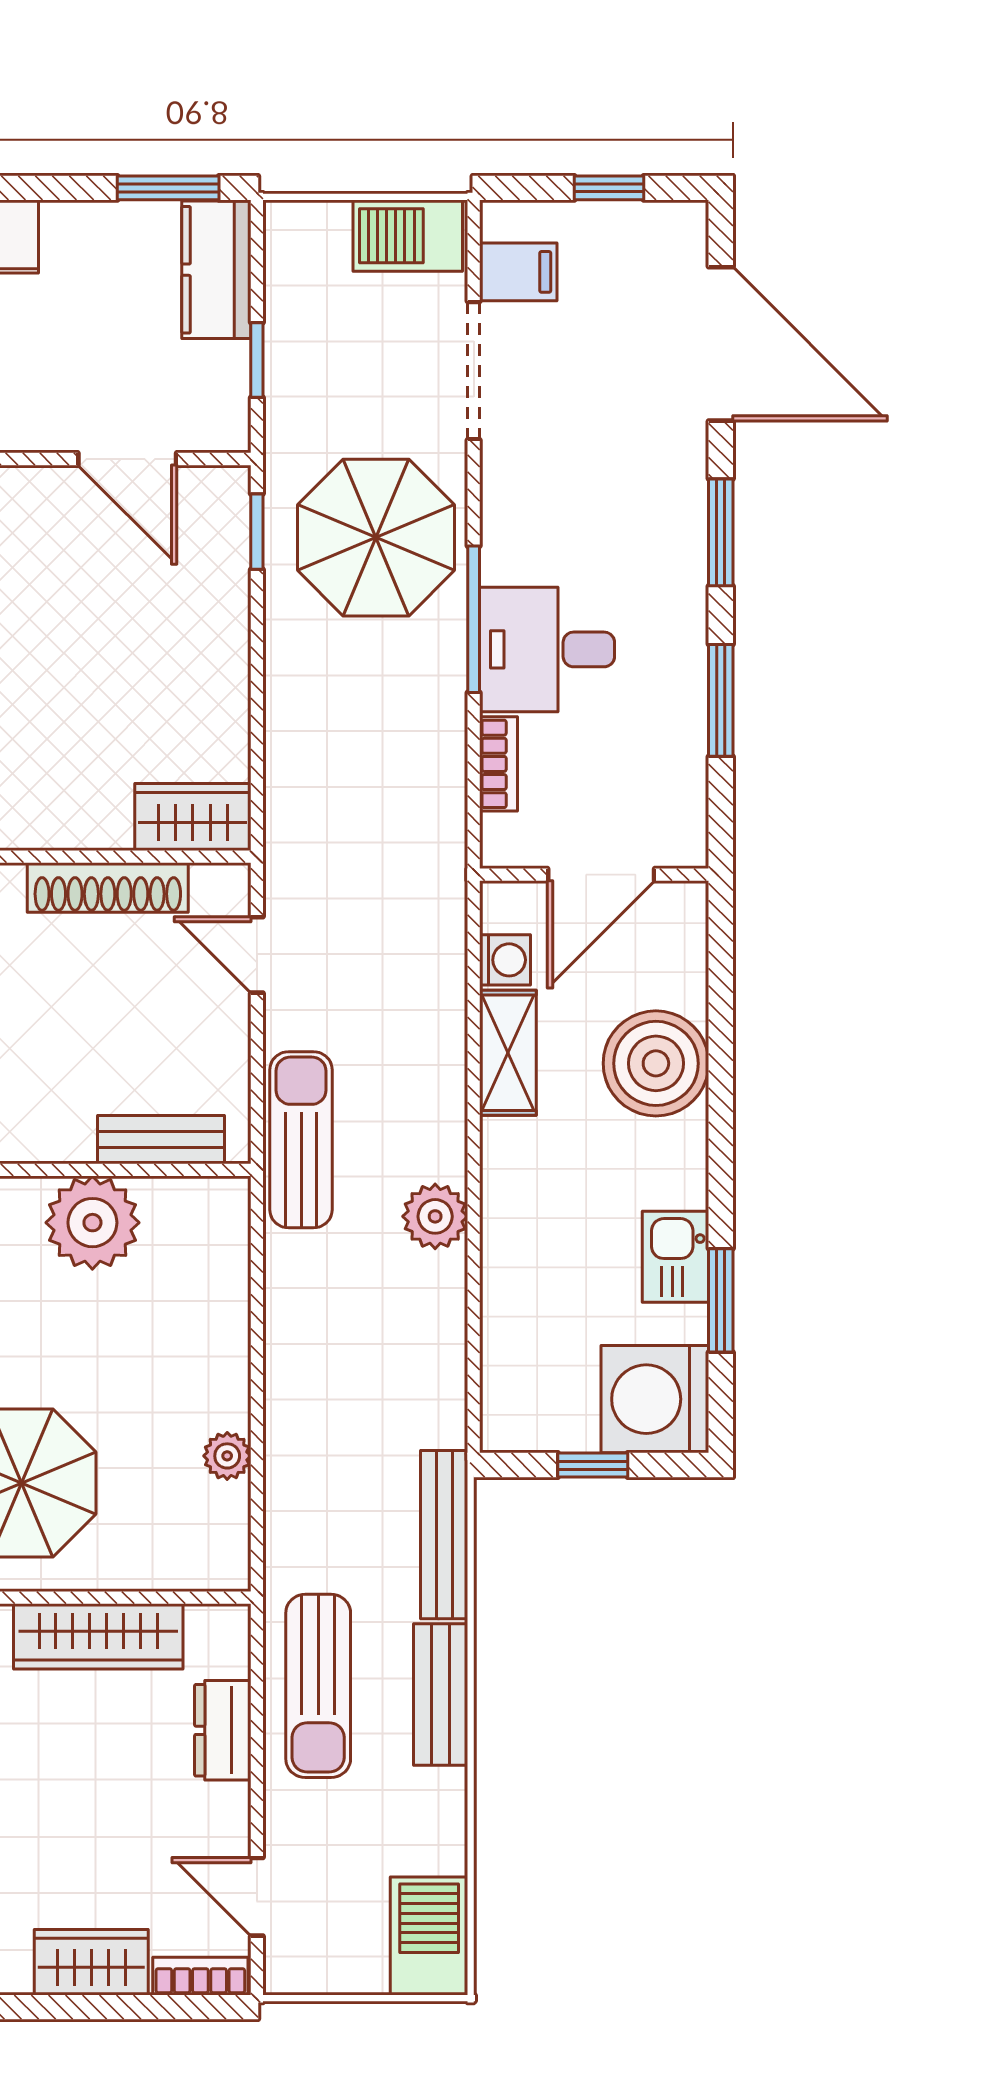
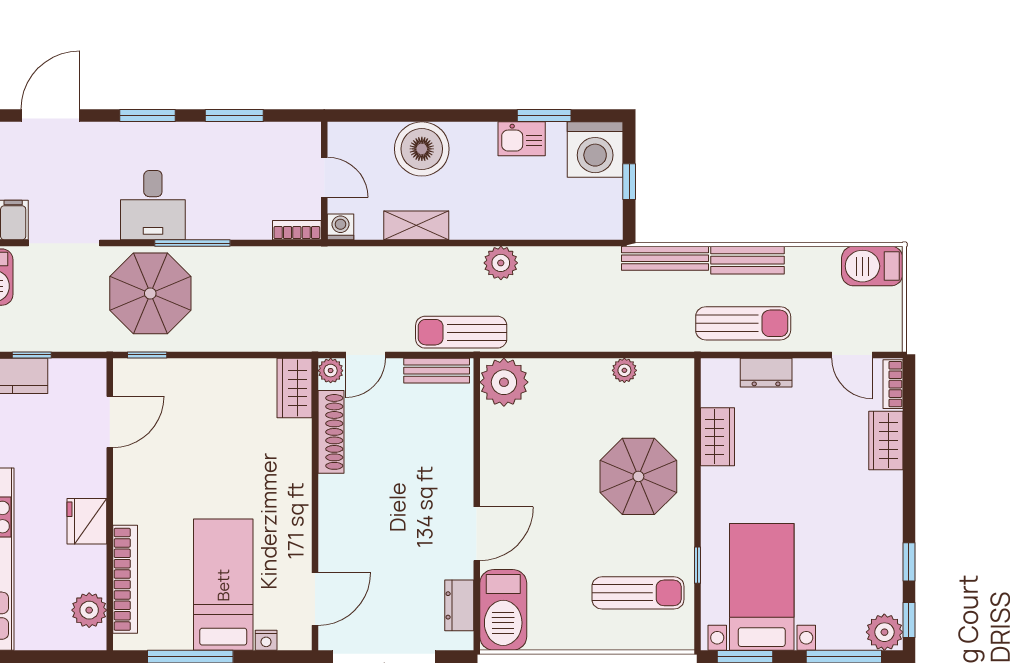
door: (721, 344) -> (50, 116), width x0.73
window: (257, 360) -> (32, 355), moved
desk: (547, 649) -> (153, 205), moved
bookcase: (499, 764) -> (297, 230), moved
door: (601, 875) -> (324, 177), width x0.73
plant: (227, 887) -> (331, 371), added
washing machine: (505, 960) -> (341, 227), moved
bench: (161, 1140) -> (437, 371), moved, turned 90
plant: (92, 1223) -> (504, 382), moved
wardrobe: (98, 1636) -> (718, 437), width x0.67
door: (257, 1897) -> (852, 355), hinge flipped

